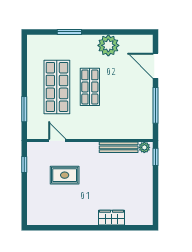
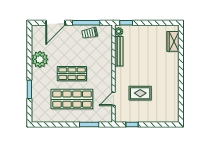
trolley: (142, 110) -> (90, 33), added
rug: (65, 175) -> (140, 93), turned 90
wardrobe: (111, 218) -> (173, 41), moved

